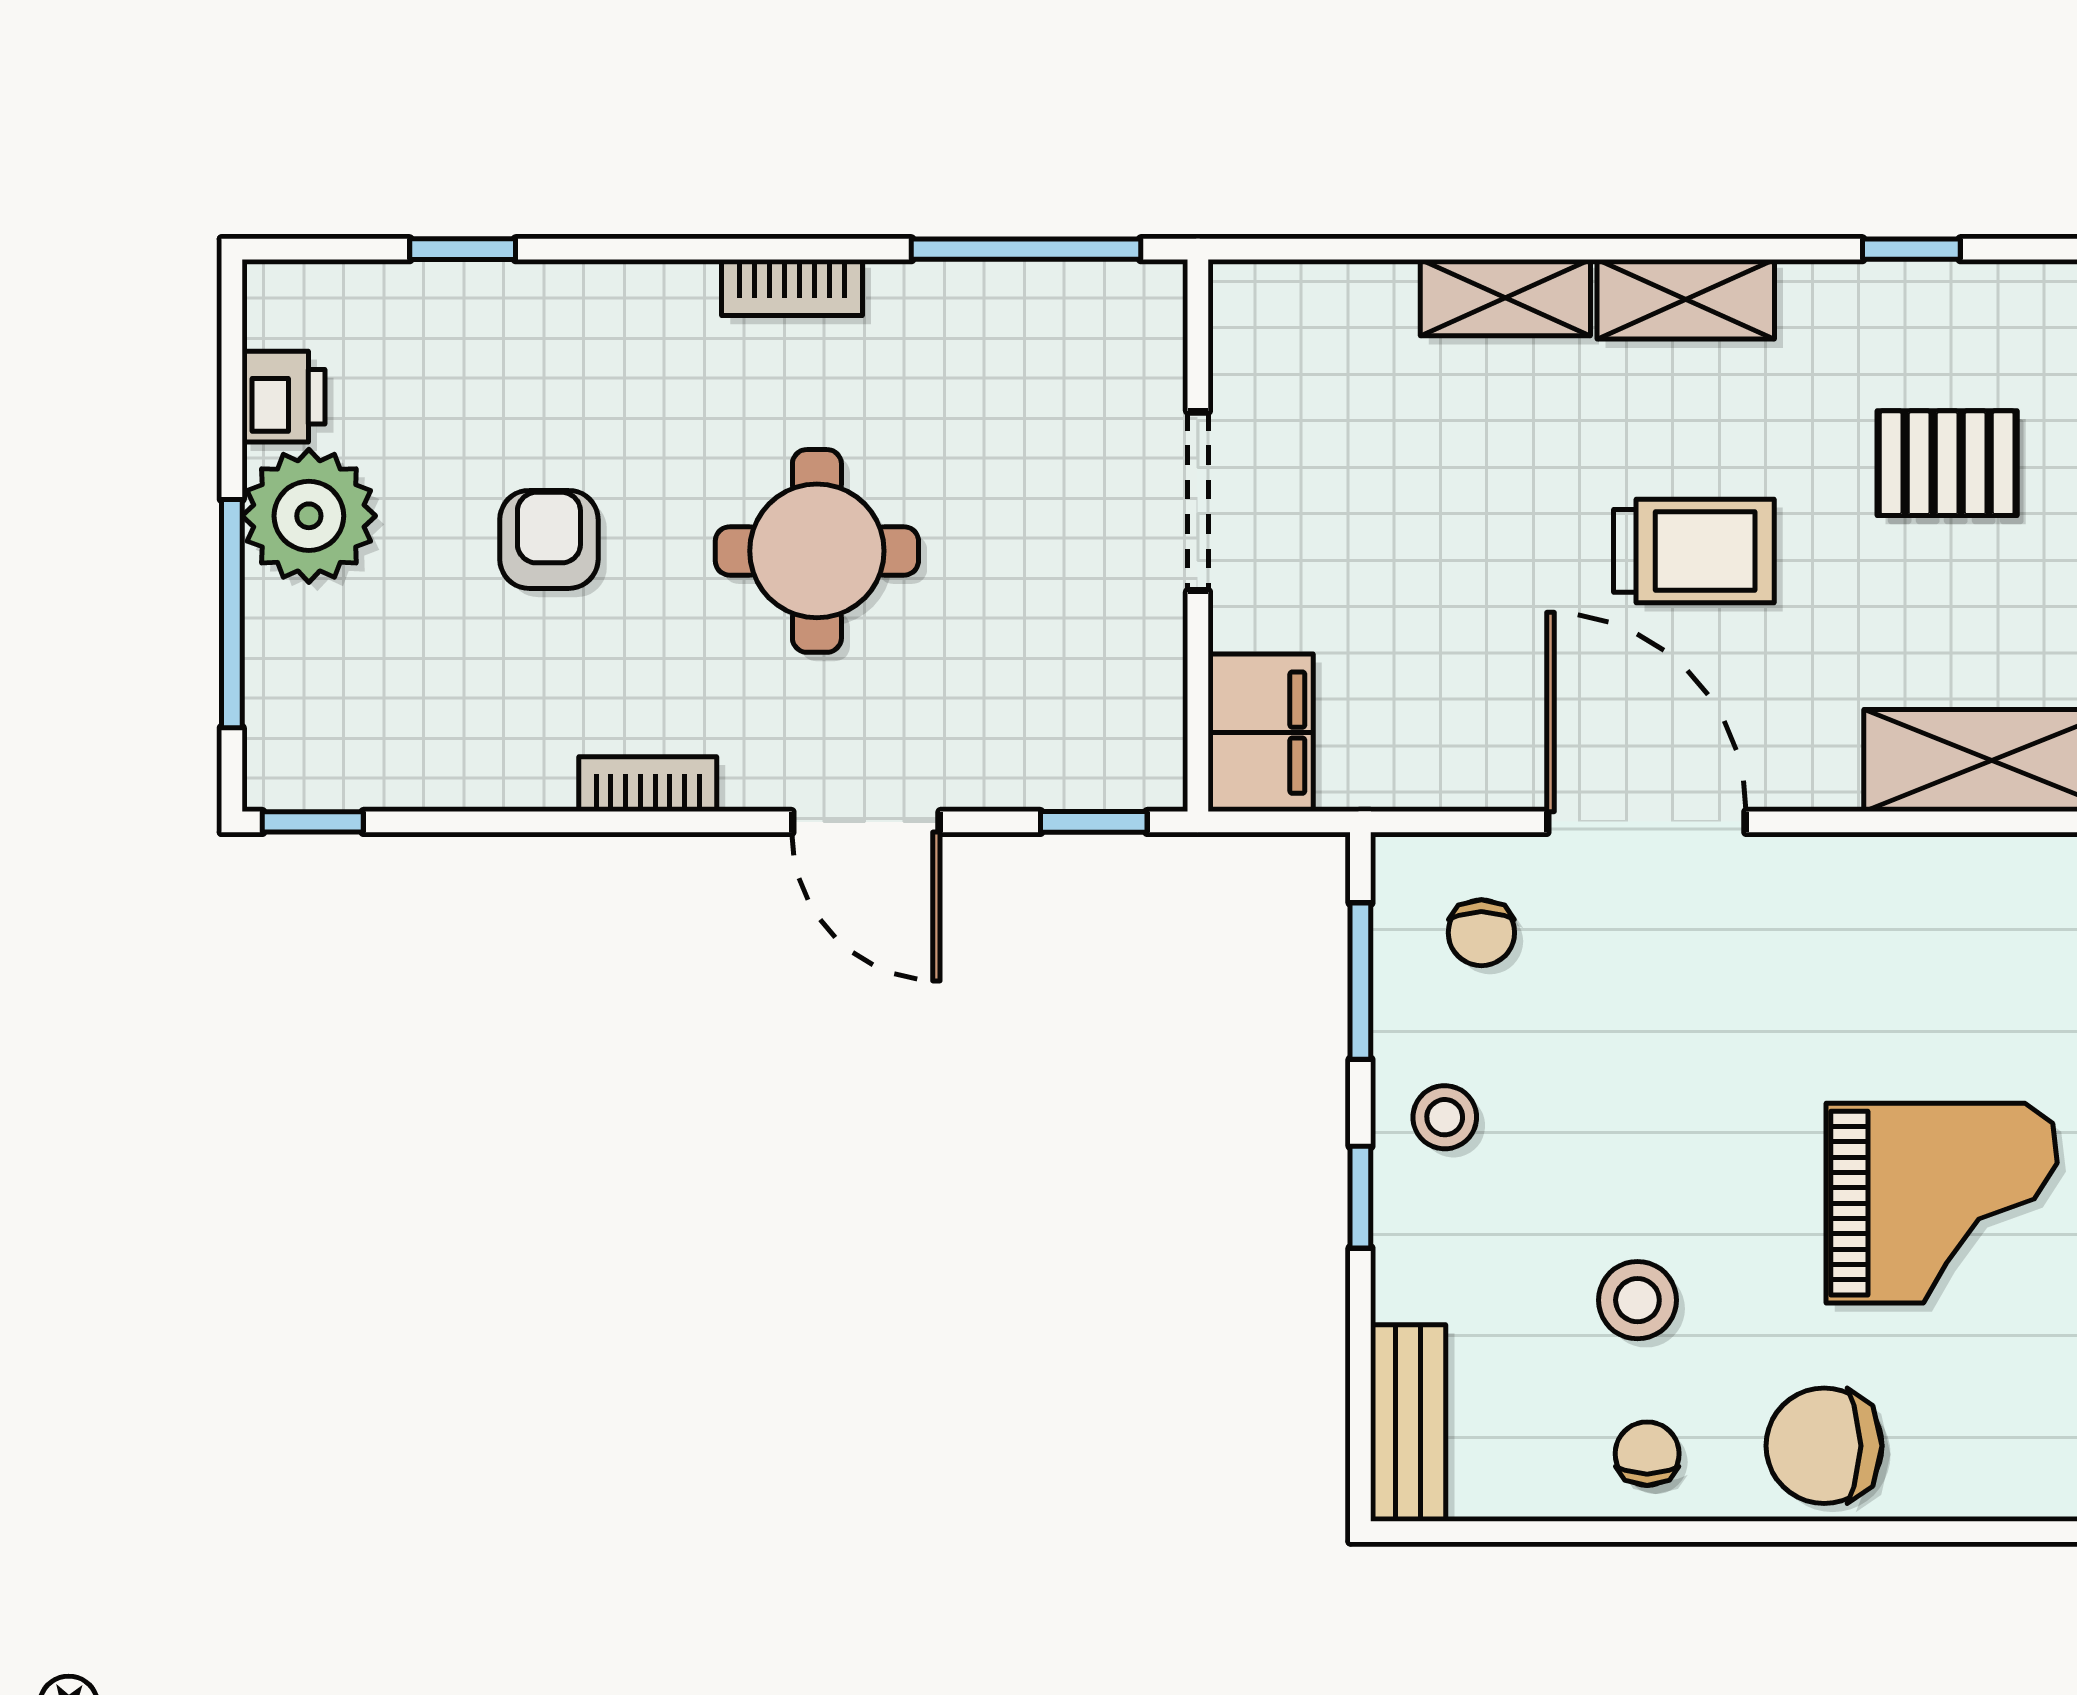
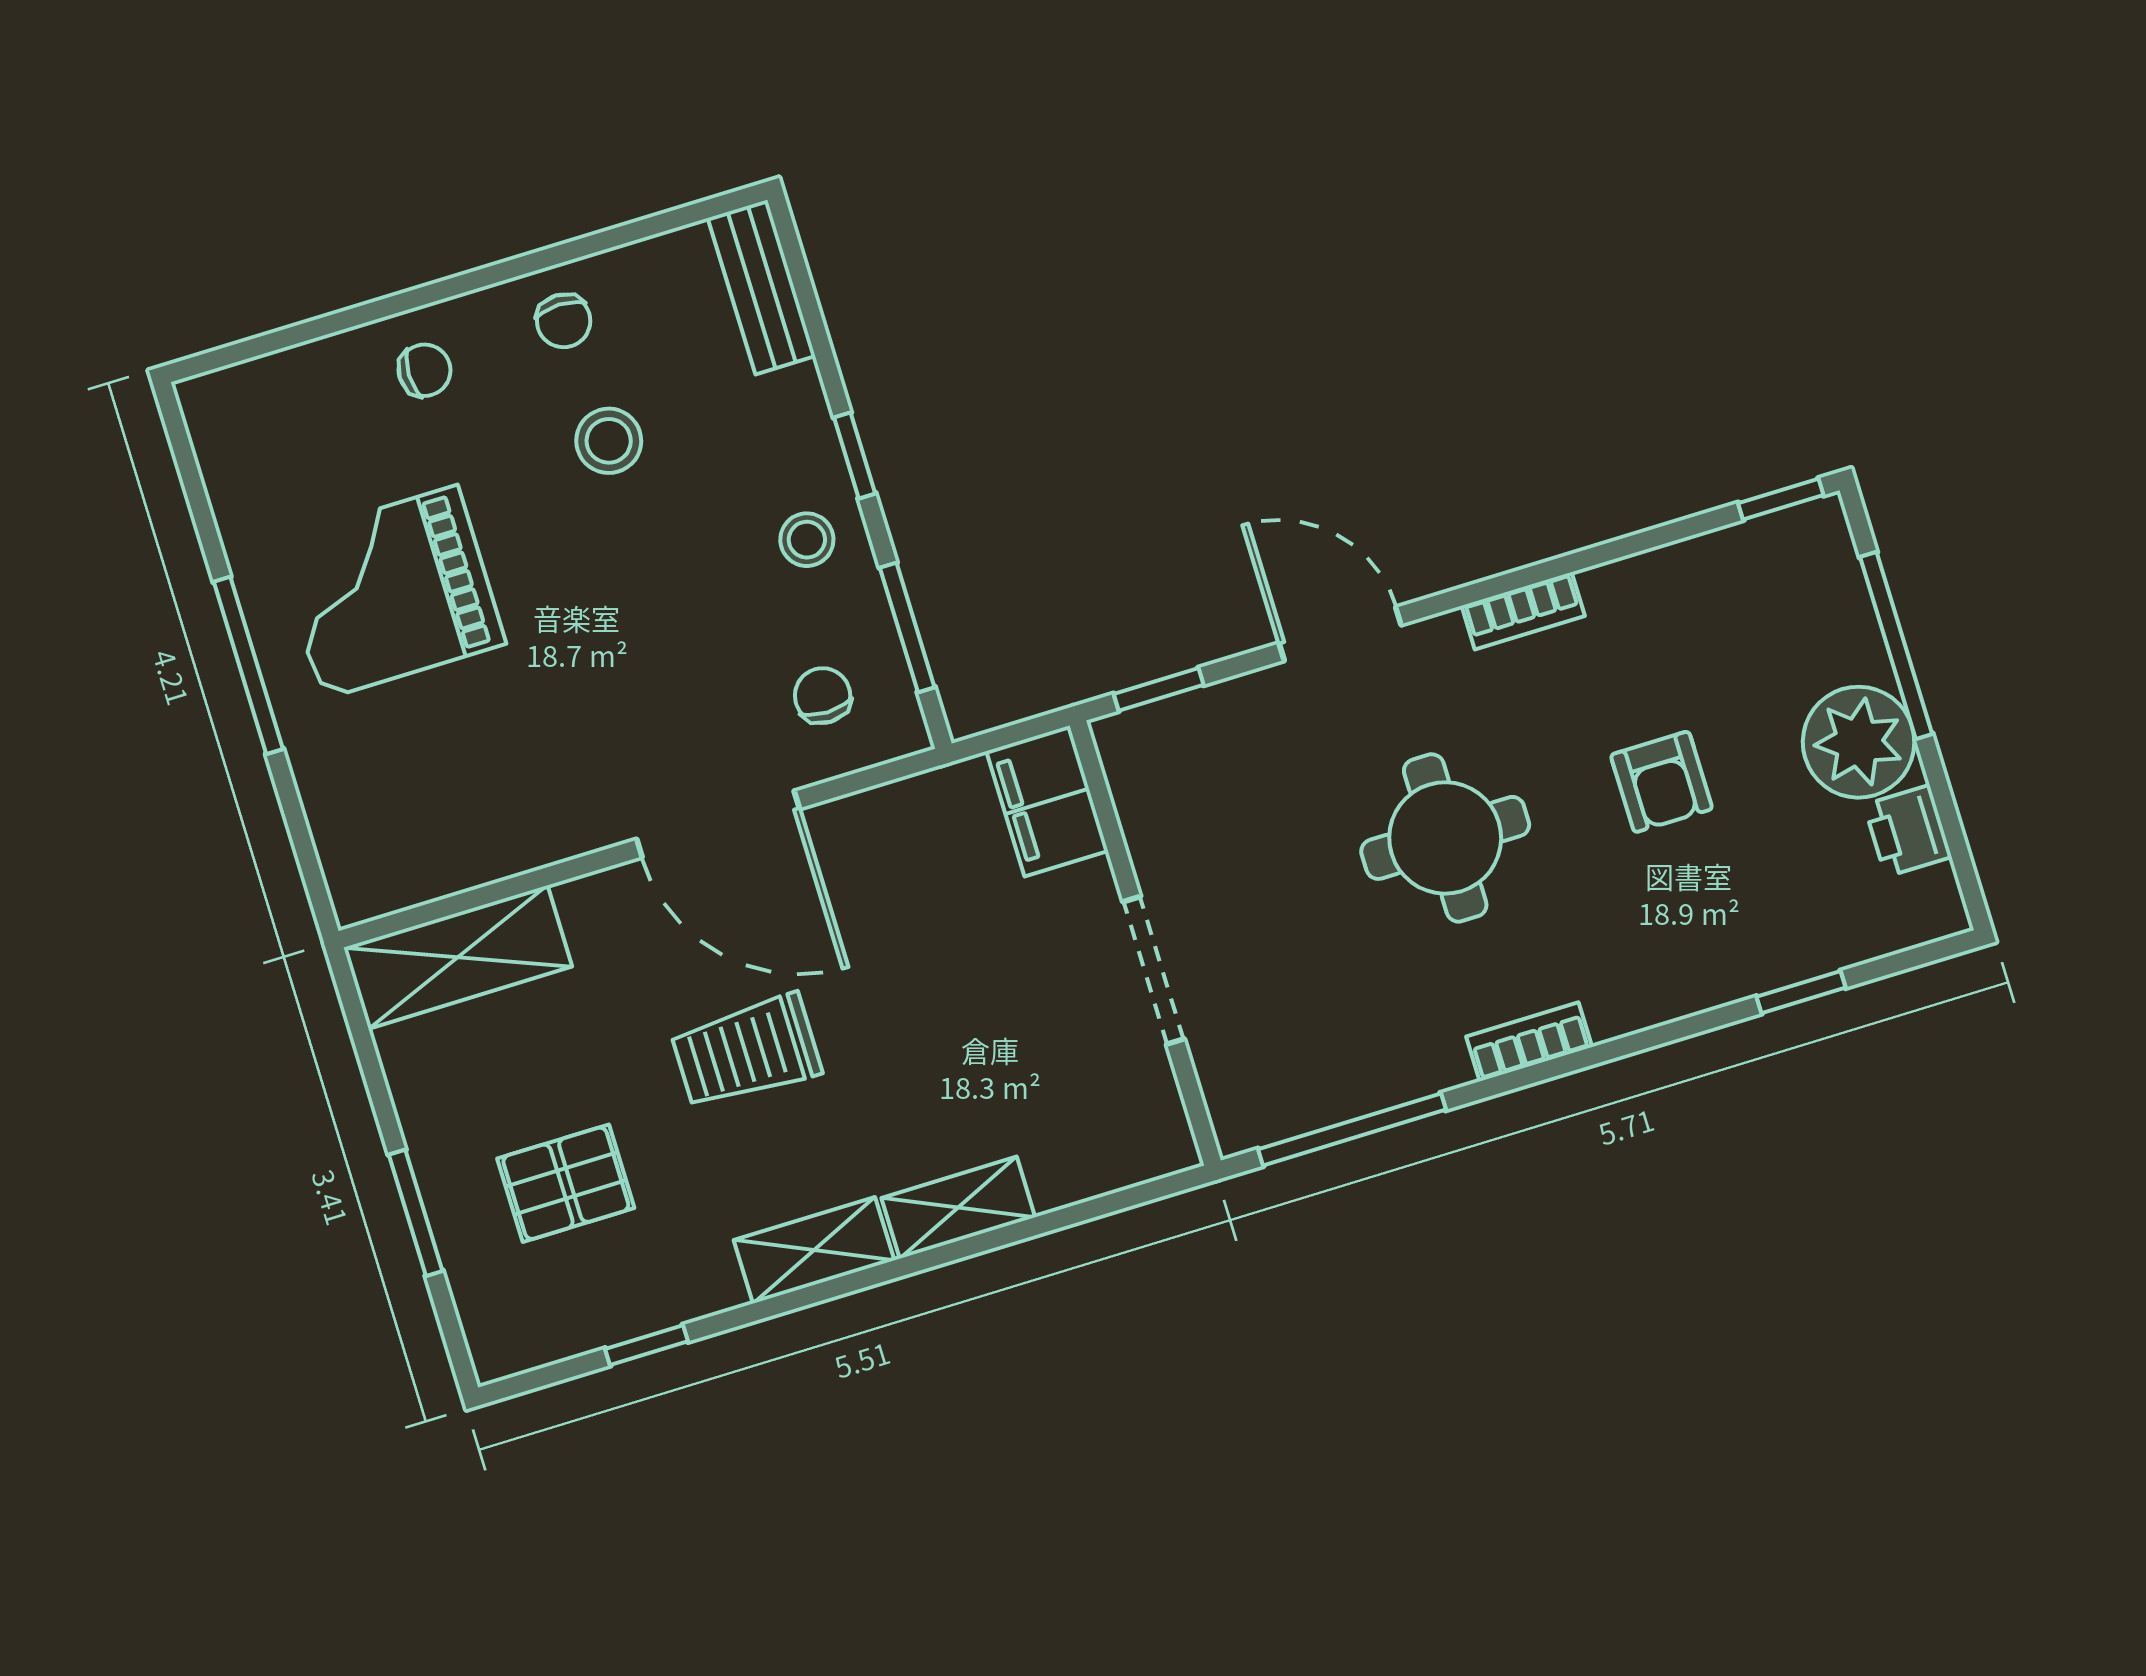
chair: (1824, 1446) -> (425, 370), width x0.54, depth x0.54

